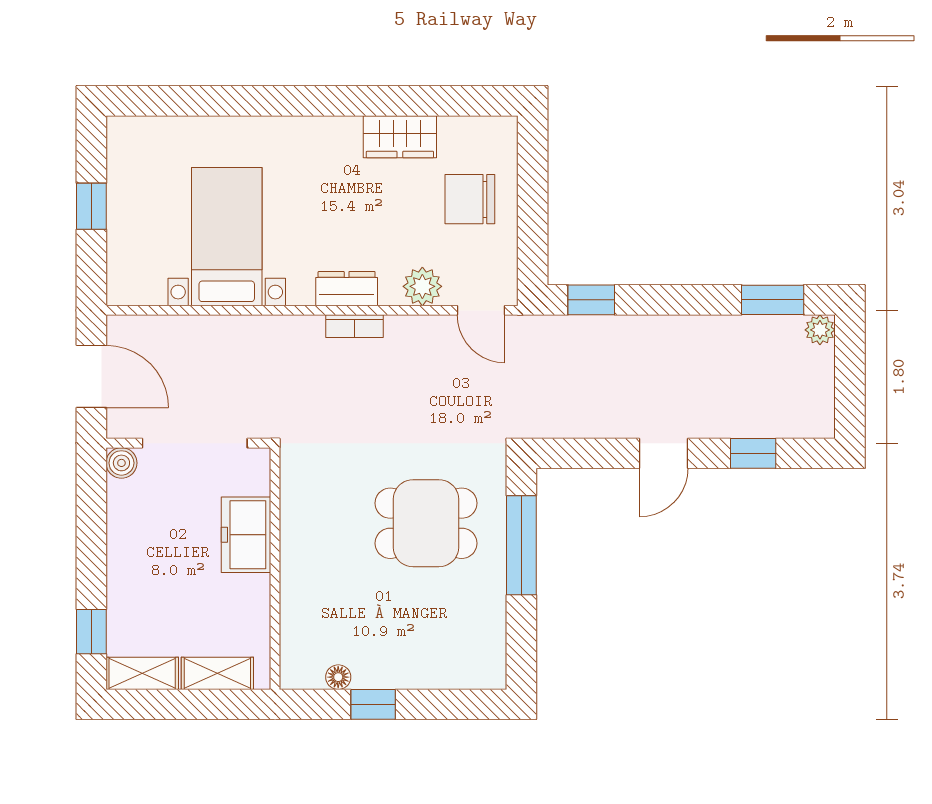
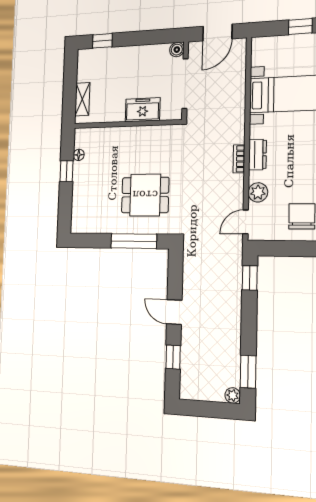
dining table: (426, 523) -> (145, 195), turned 90
shelving: (142, 673) -> (84, 65), removed

